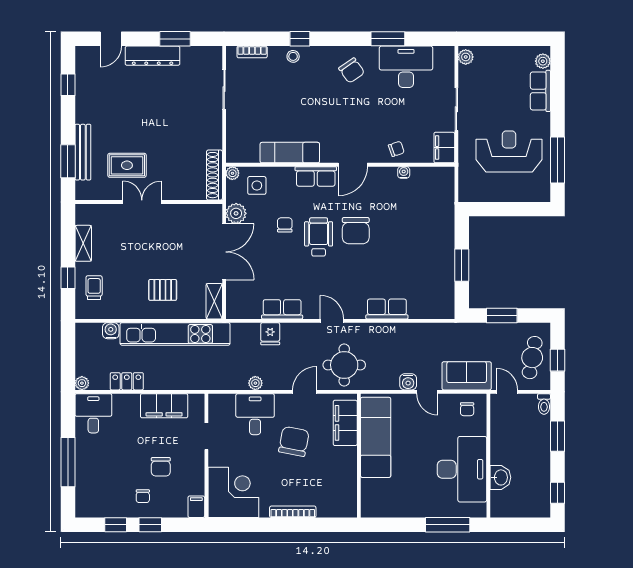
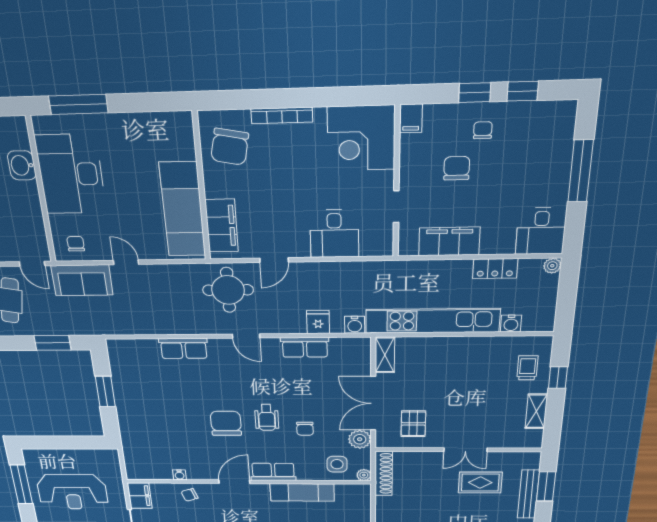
wheelchair: (319, 237) -> (267, 418), width x0.73, depth x0.73
trolley: (94, 288) -> (527, 368), turned 180
pallet: (163, 290) -> (413, 424), moved, turned 90
water cooler: (408, 382) -> (355, 325), moved, turned 180
plant: (255, 383) -> (335, 269), removed
chair: (294, 441) -> (230, 147), moved

